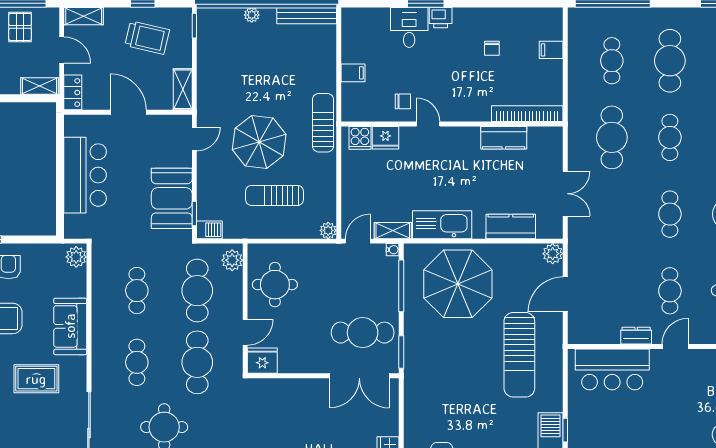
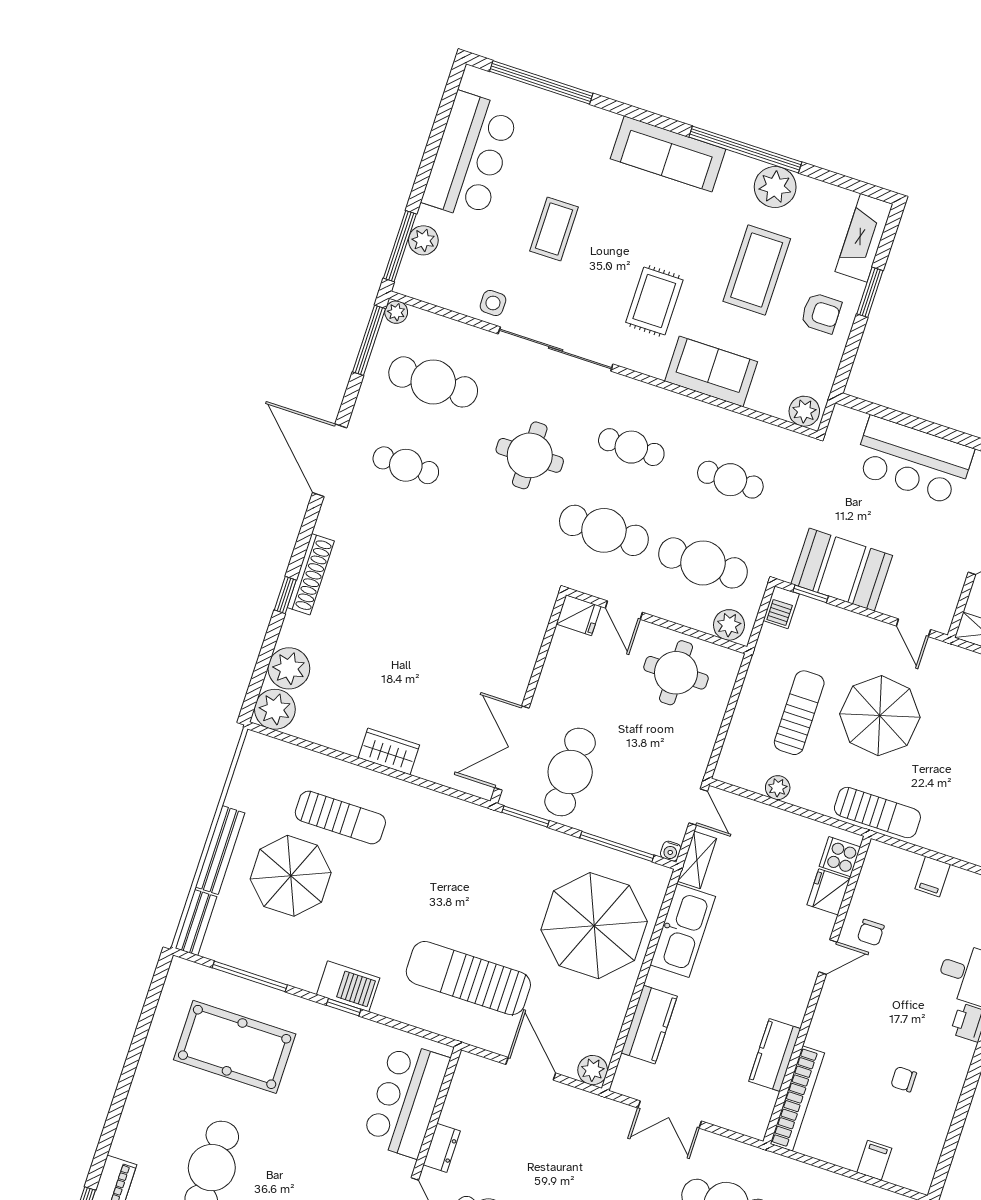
plant: (328, 230) -> (778, 788), moved
fridge: (262, 361) -> (579, 615), width x0.72

